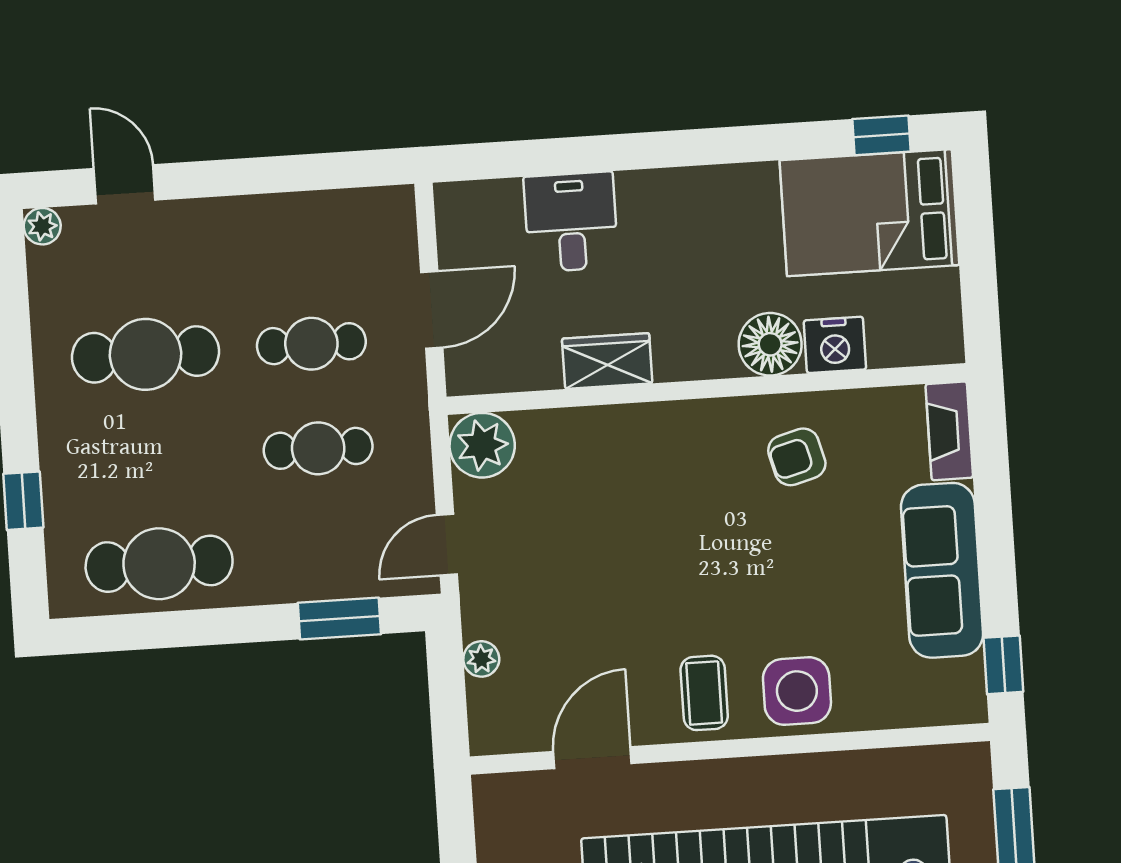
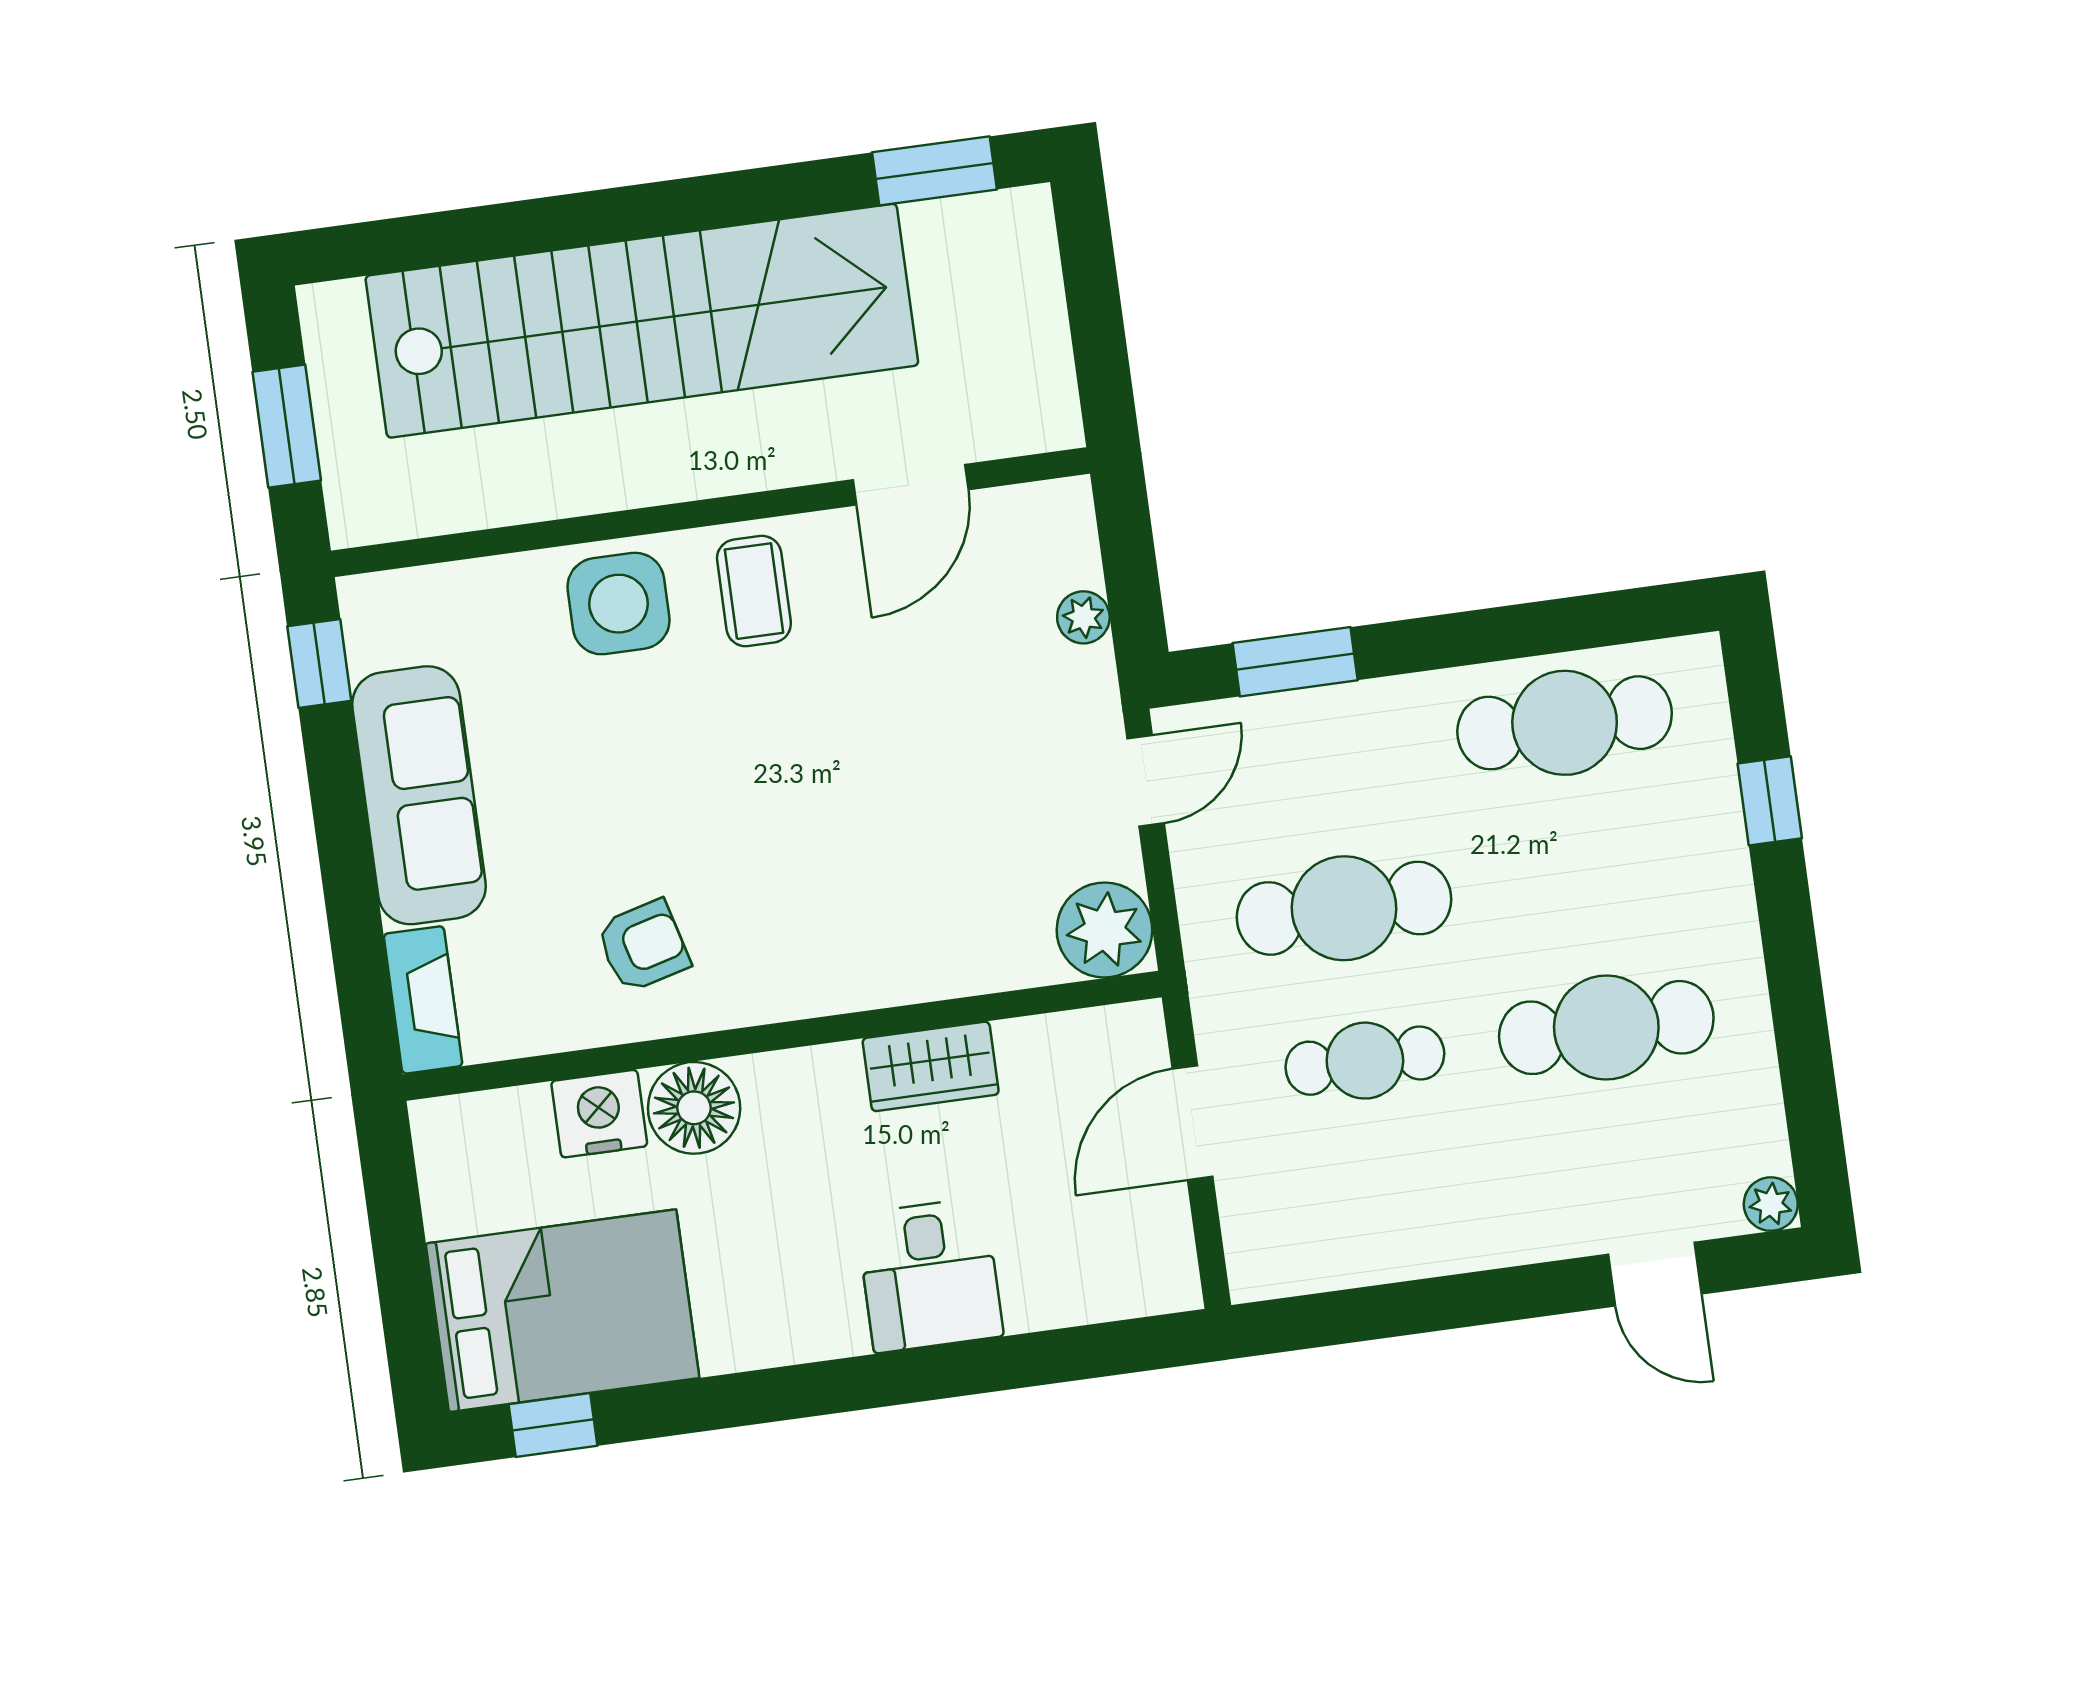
desk: (571, 222) -> (930, 1275), moved
cafe table: (318, 448) -> (1344, 908), width x1.37, depth x1.35

